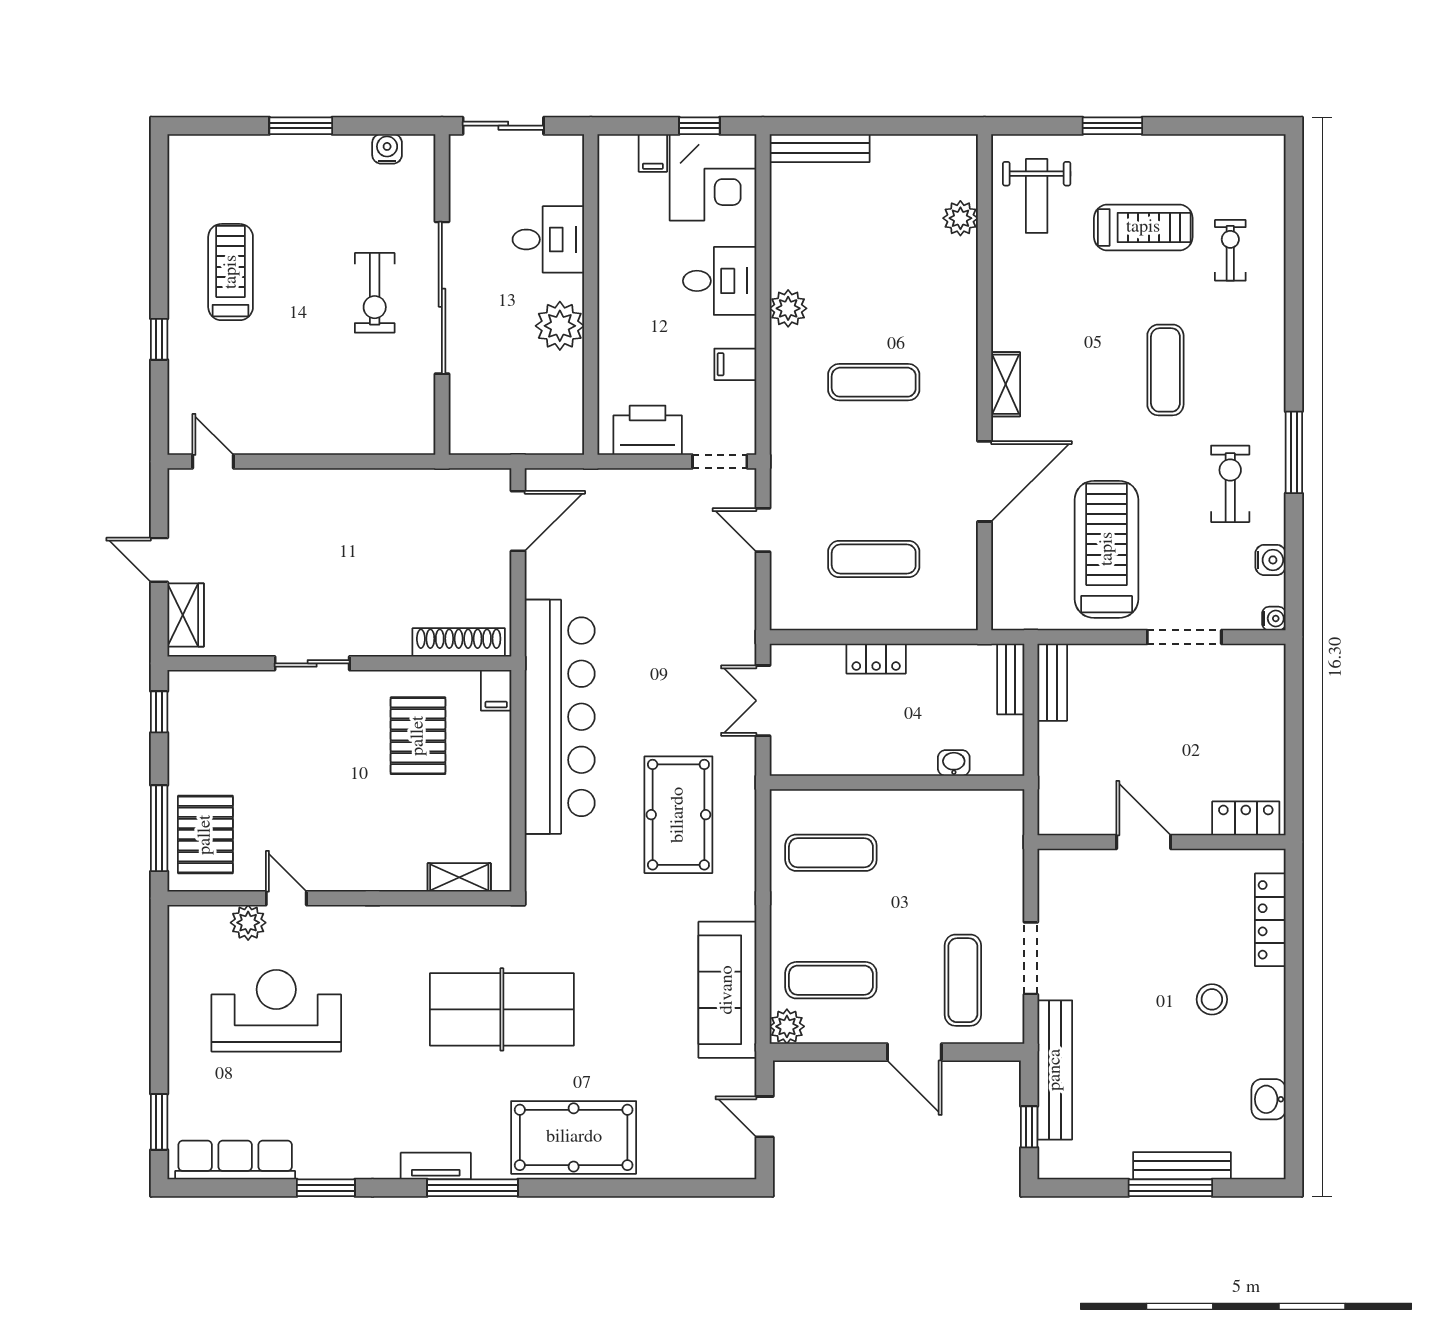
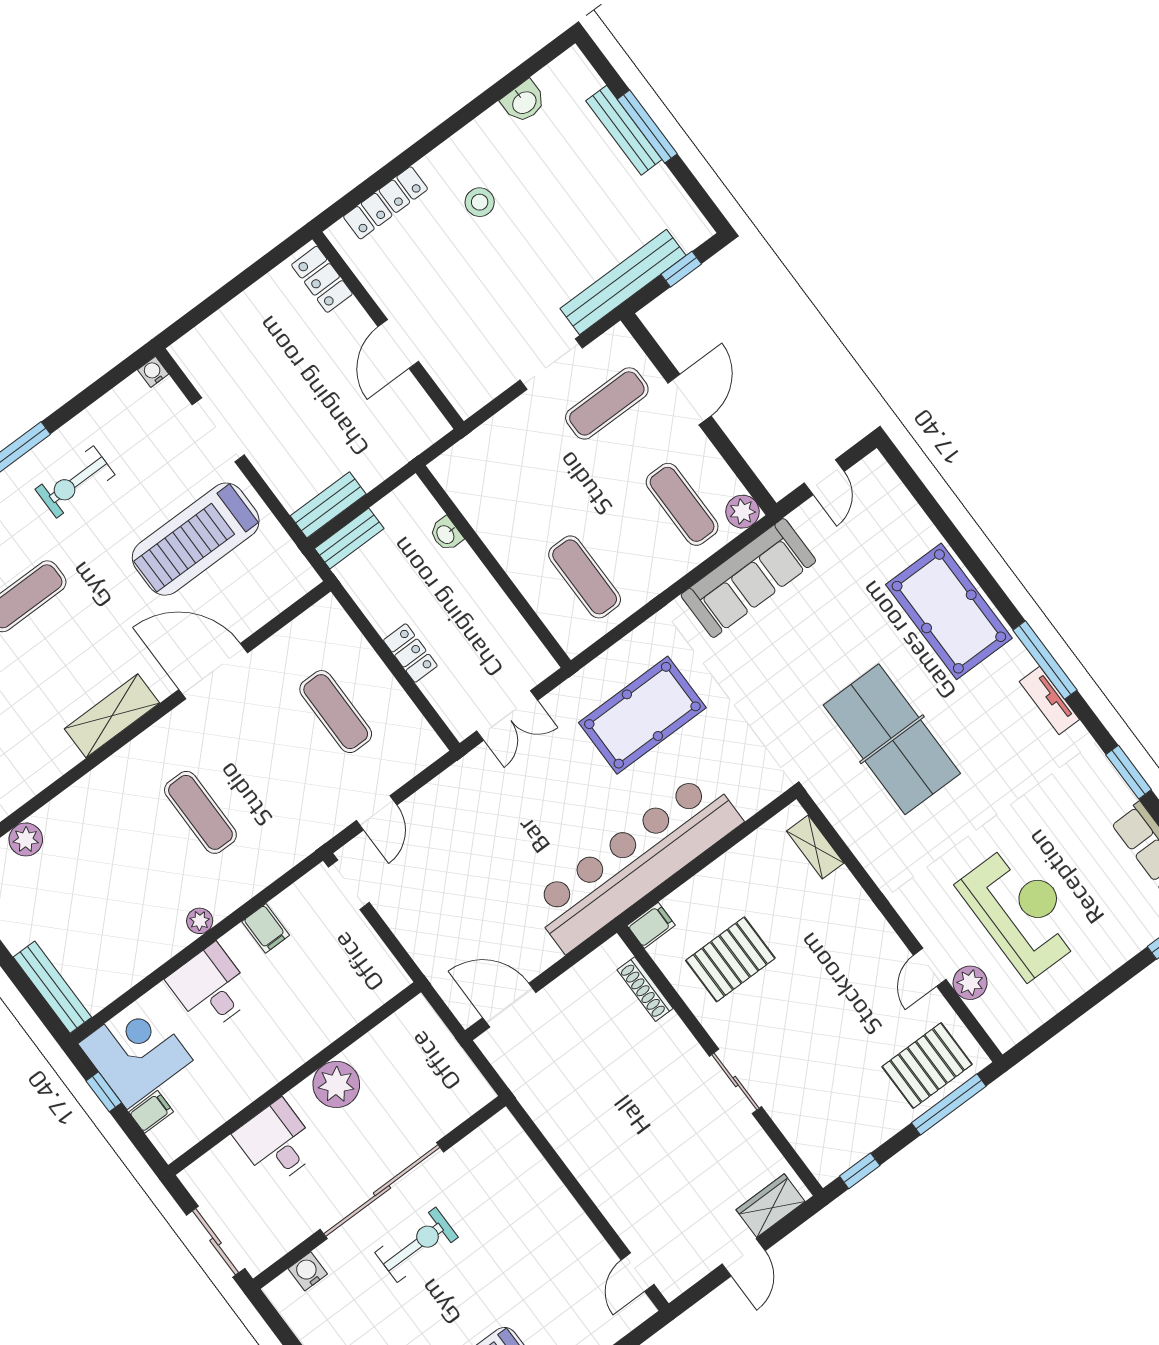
water cooler: (387, 149) -> (308, 1271), moved, turned 90
plant: (788, 308) -> (200, 921), width x0.73, depth x0.73
shelving: (1006, 384) -> (112, 716), width x1.50, depth x1.33
printer: (648, 430) -> (366, 958), removed
water cooler: (1270, 560) -> (110, 408), removed
shoe rack: (459, 642) -> (645, 989), width x0.74, depth x0.81
reception desk: (276, 1011) -> (1021, 911), turned 180

